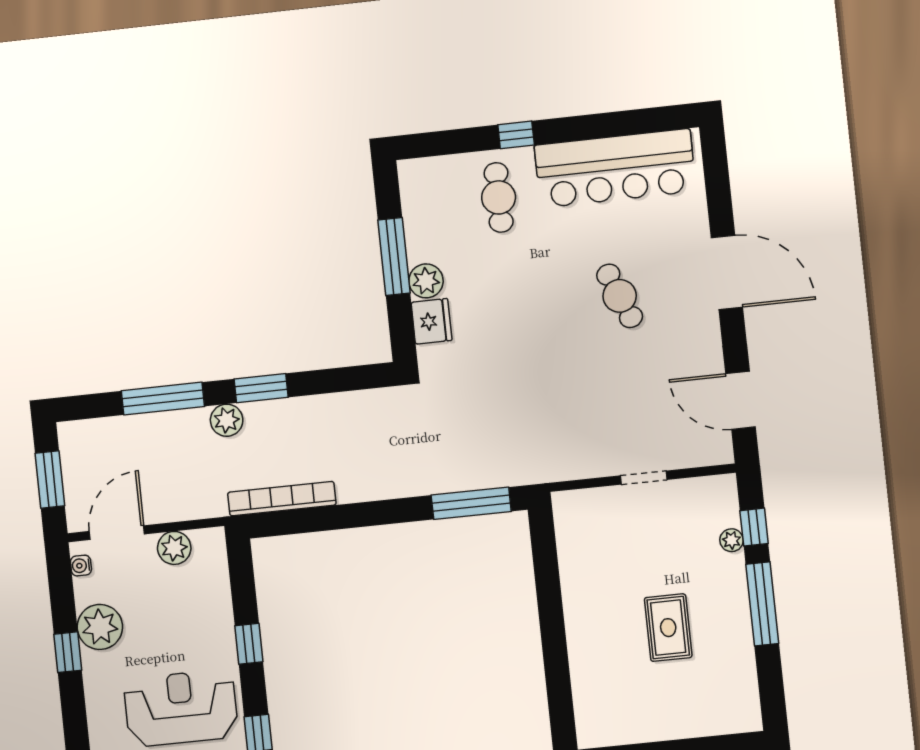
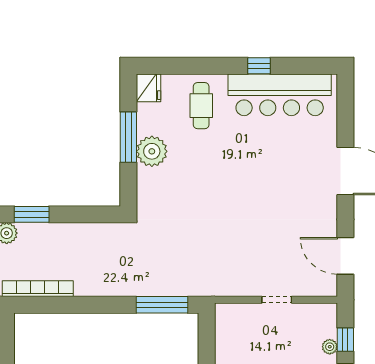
window: (516, 135) -> (259, 66), moved
plant: (426, 281) -> (152, 151), width x1.36, depth x1.36
cafe table: (620, 296) -> (274, 179), removed
fridge: (431, 321) -> (149, 88), moved

